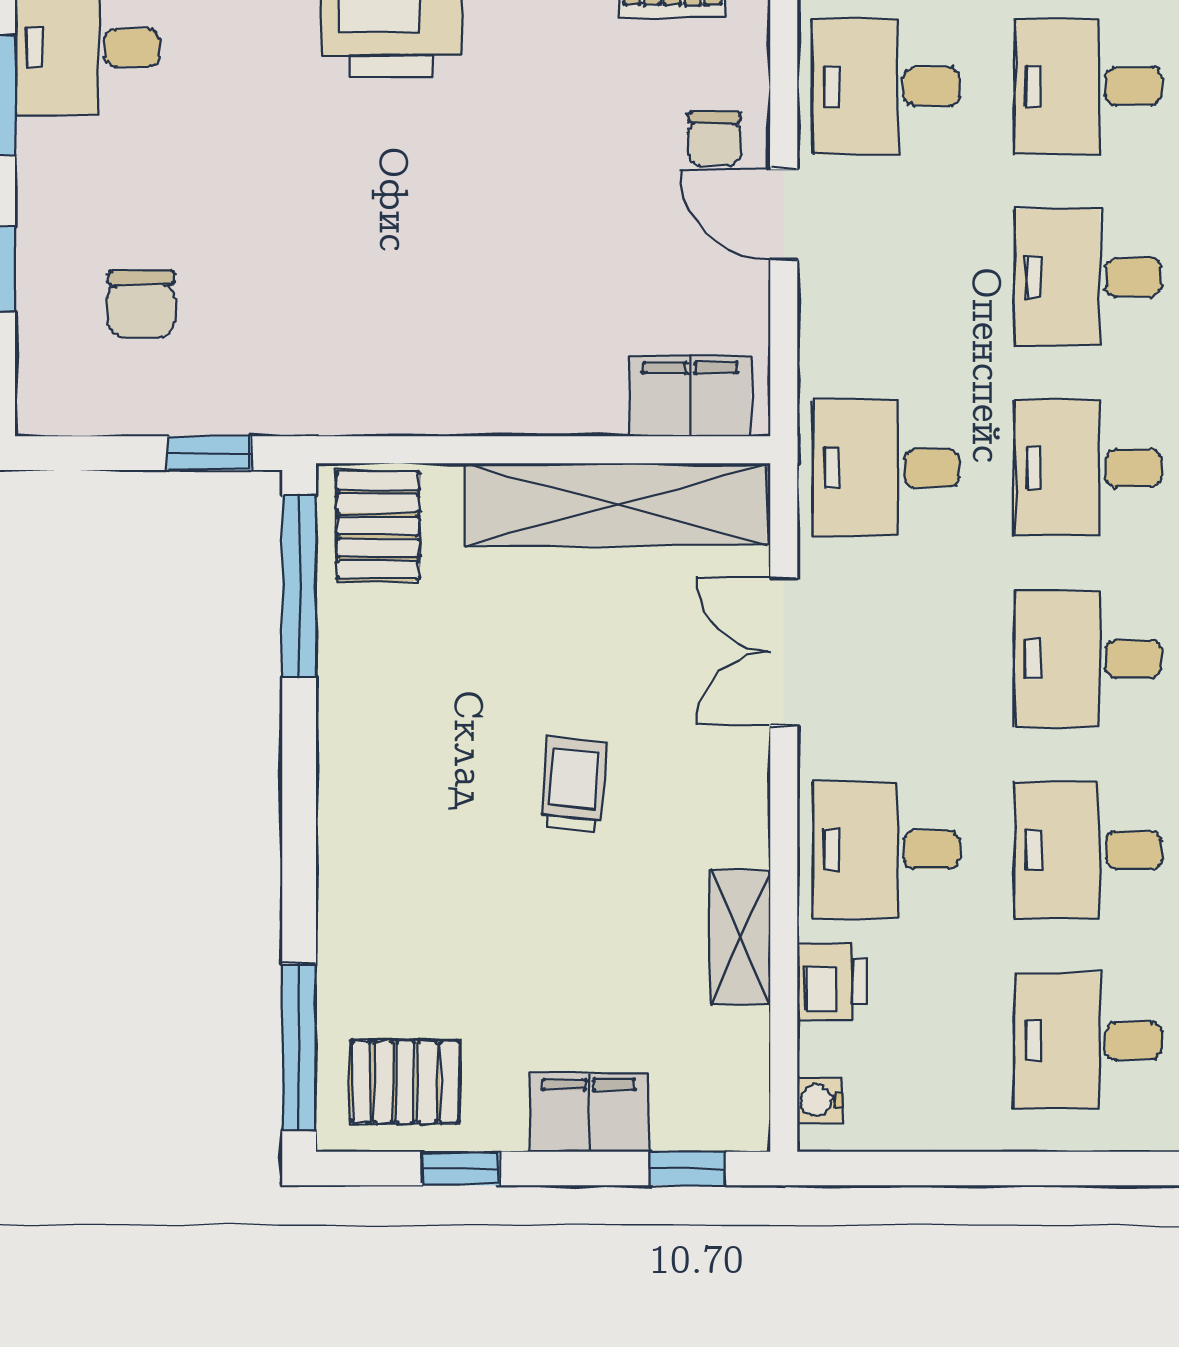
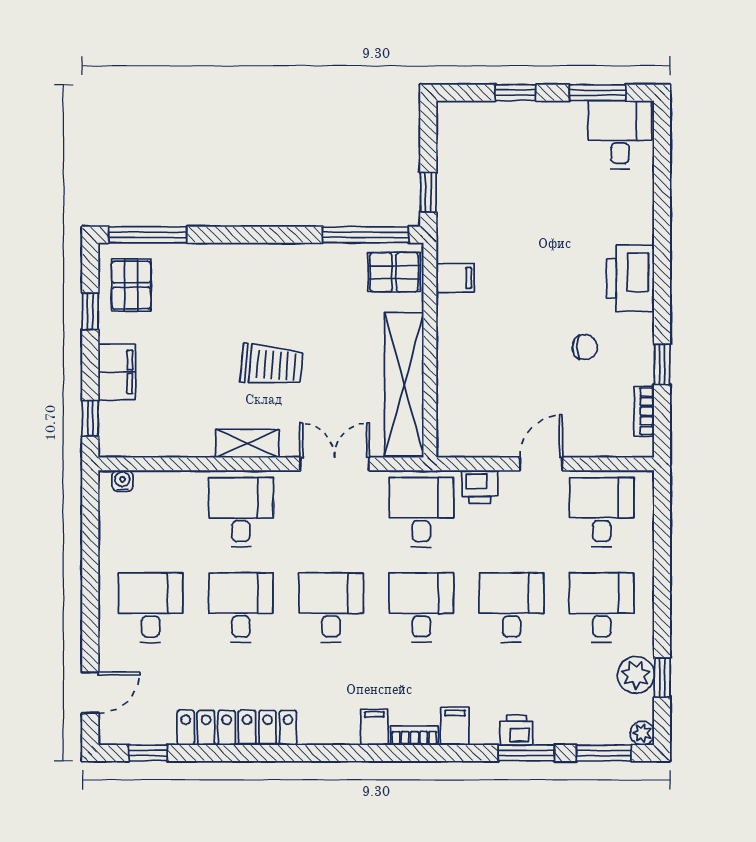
chair: (714, 138) -> (585, 347), moved, turned 180
chair: (141, 304) -> (499, 160), removed
filing cabinet: (690, 396) -> (455, 278), moved, width x0.50
trolley: (574, 784) -> (272, 365), width x1.36, depth x1.39
shelving: (740, 937) -> (247, 443), moved
printer: (832, 982) -> (480, 487), moved

